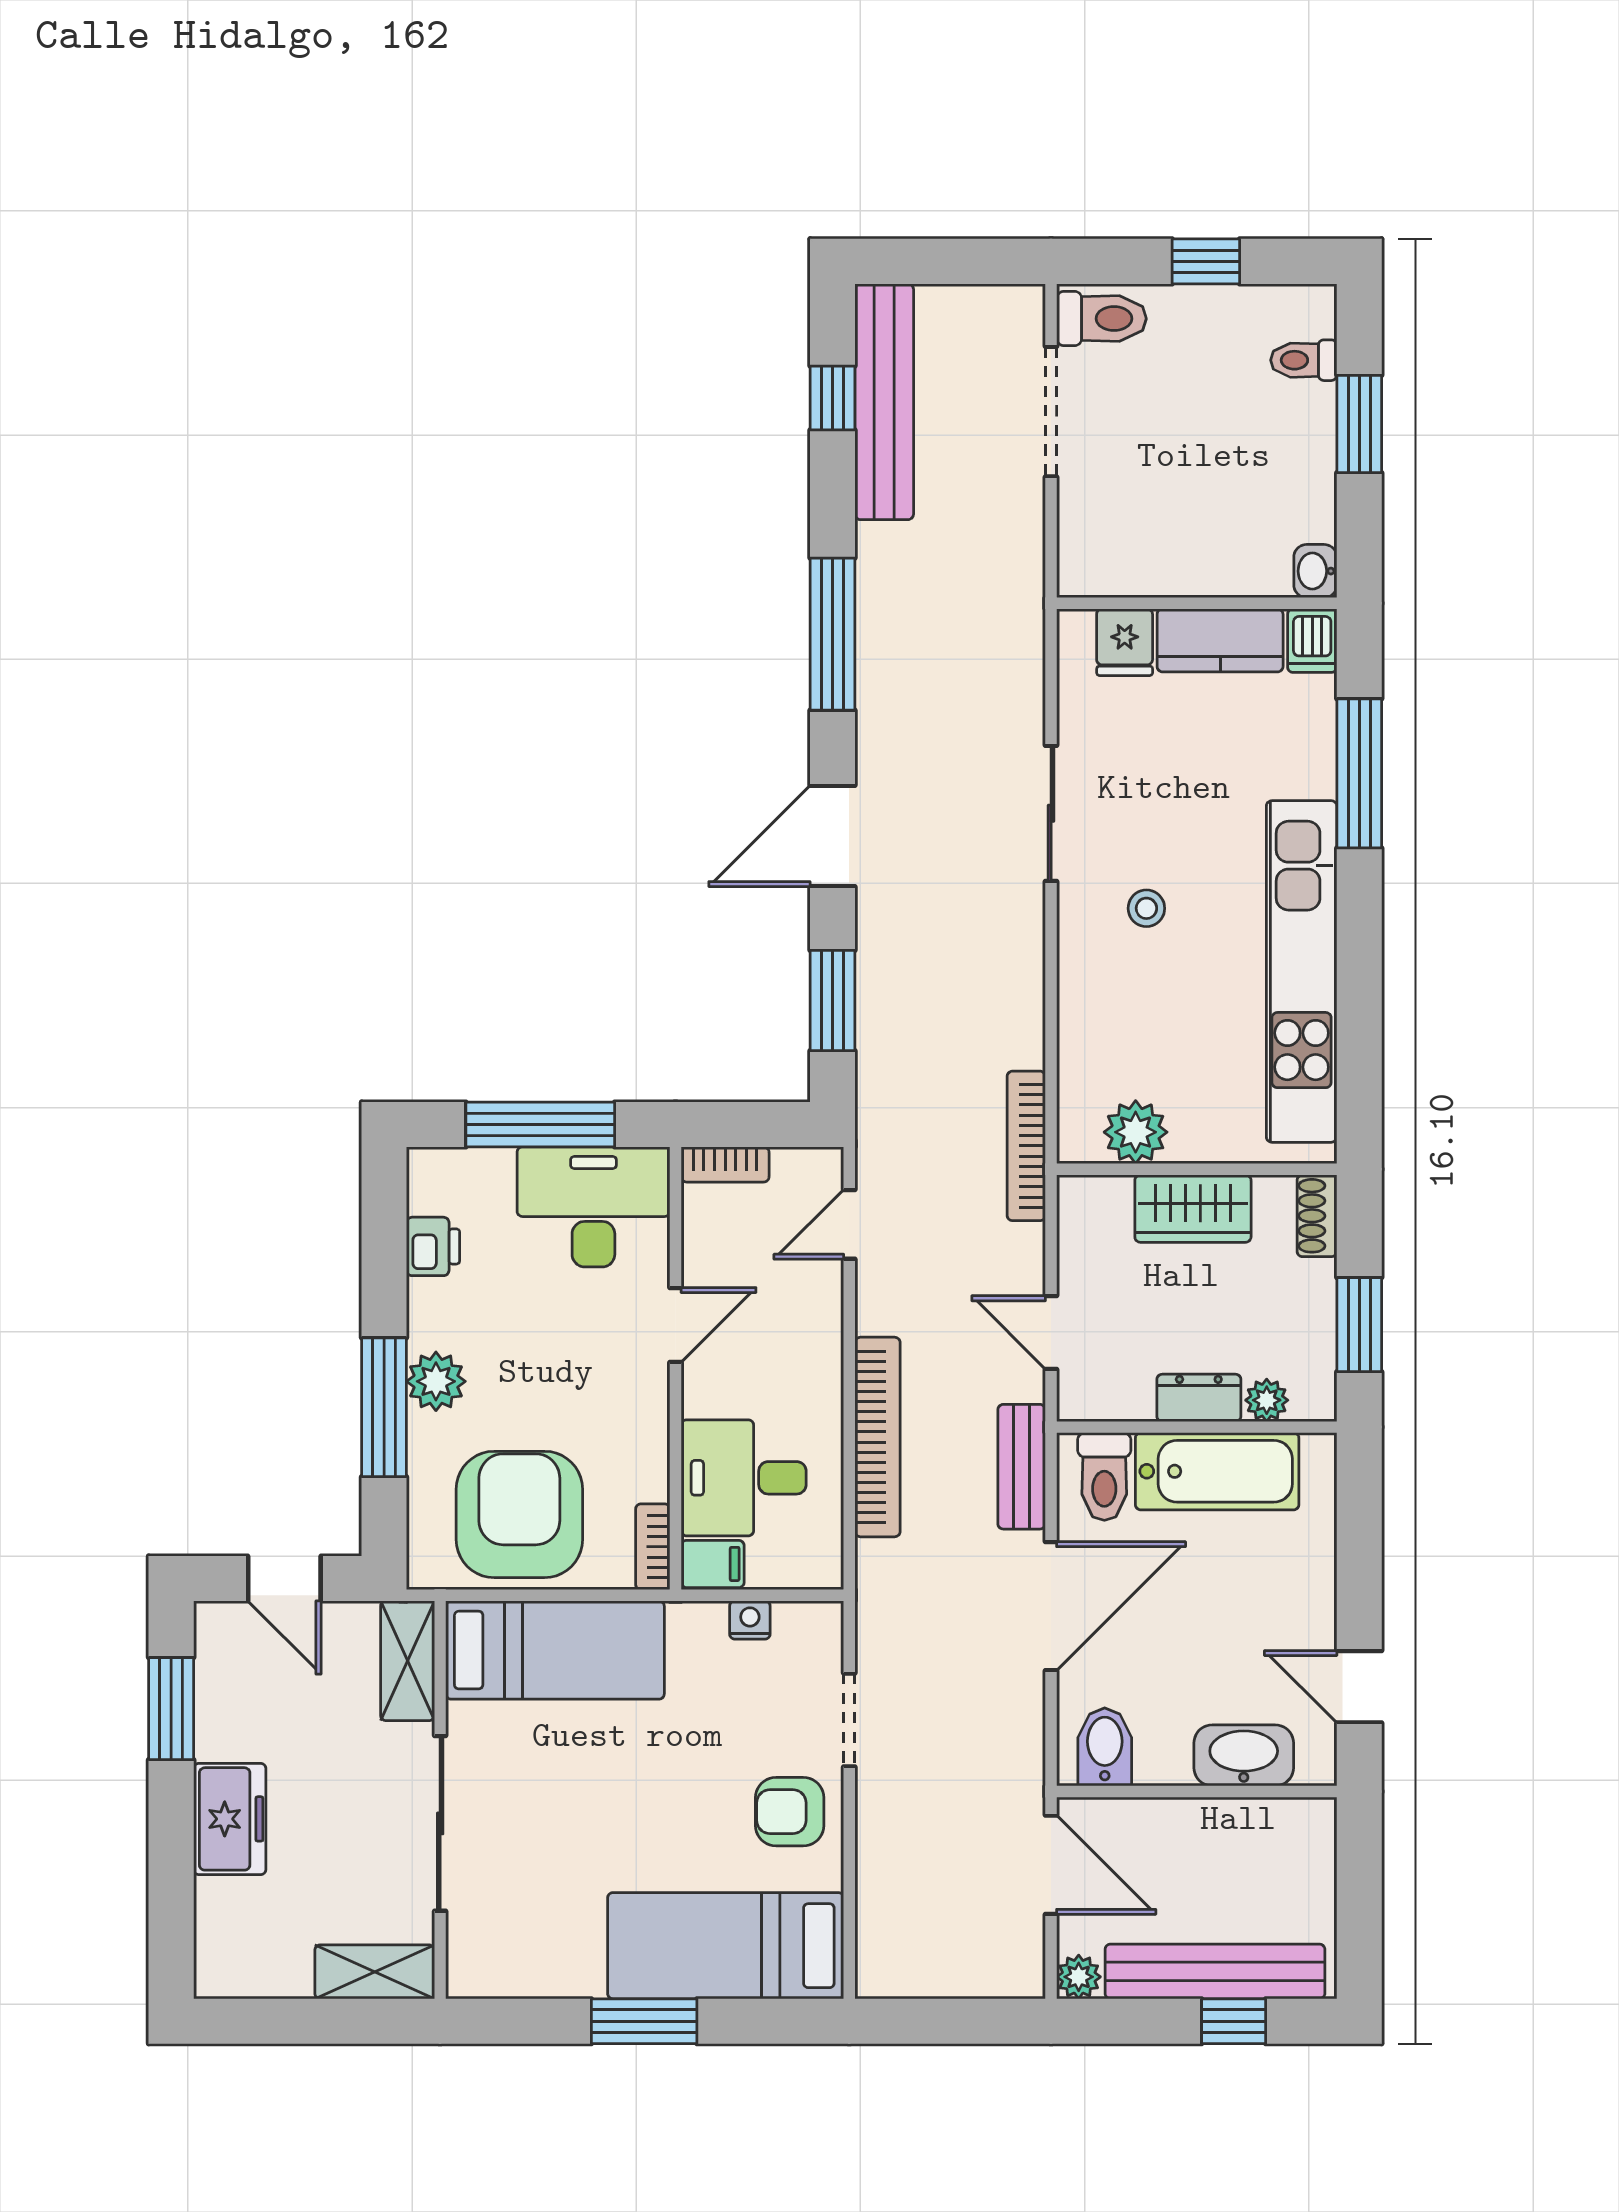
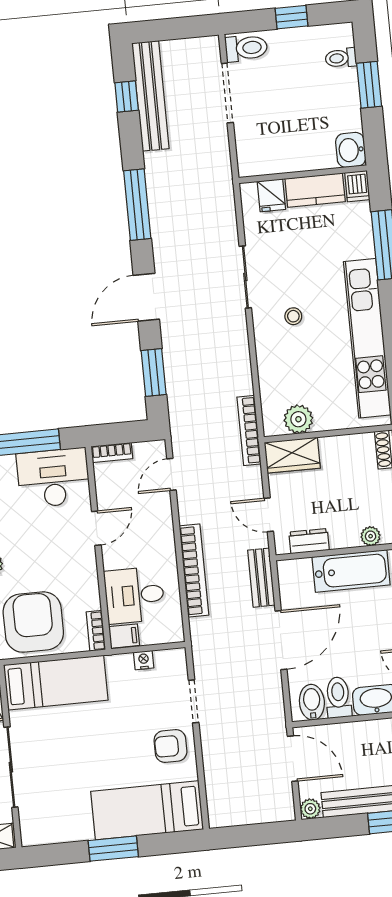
washbasin: (1315, 571) -> (351, 150), width x1.38, depth x1.45
wardrobe: (1193, 1209) -> (292, 455), moved
dresser: (1199, 1398) -> (309, 541), moved
toilet: (1104, 1476) -> (338, 697), moved, turned 180

